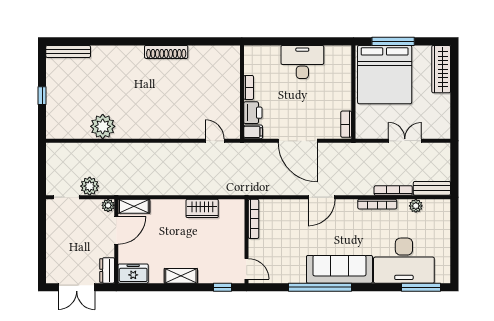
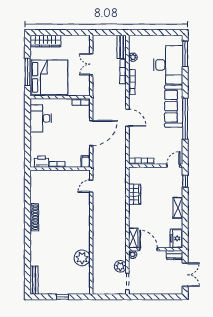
desk: (302, 62) -> (41, 118), moved
printer: (253, 113) -> (41, 162), moved

